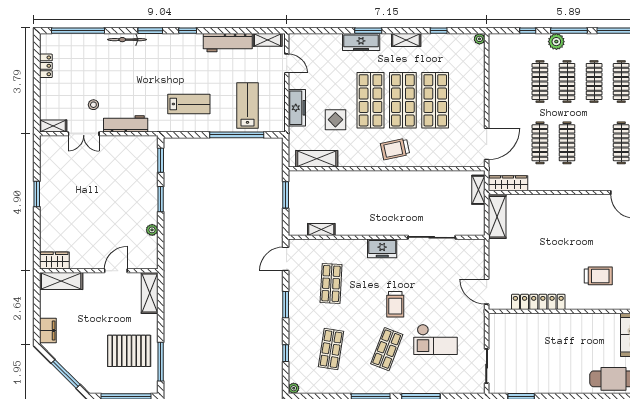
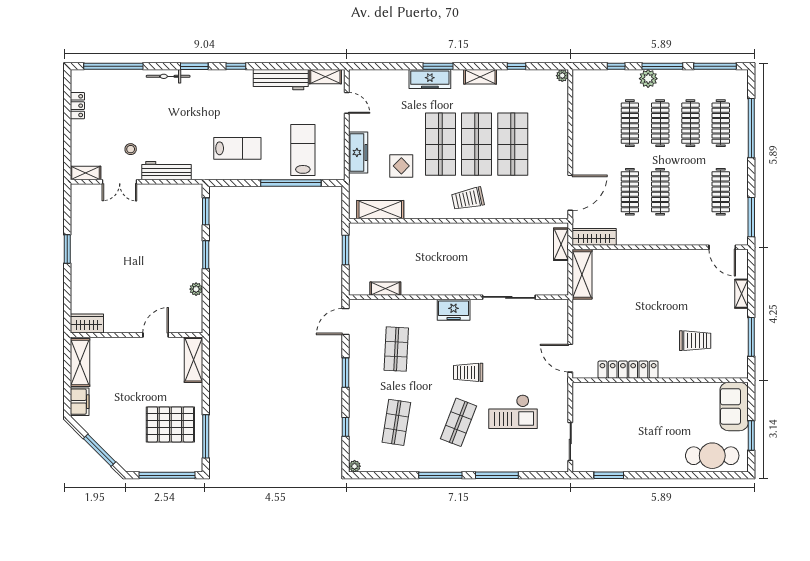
shelving: (61, 281) -> (80, 362), moved, turned 90
trolley: (395, 304) -> (468, 372), turned 90

